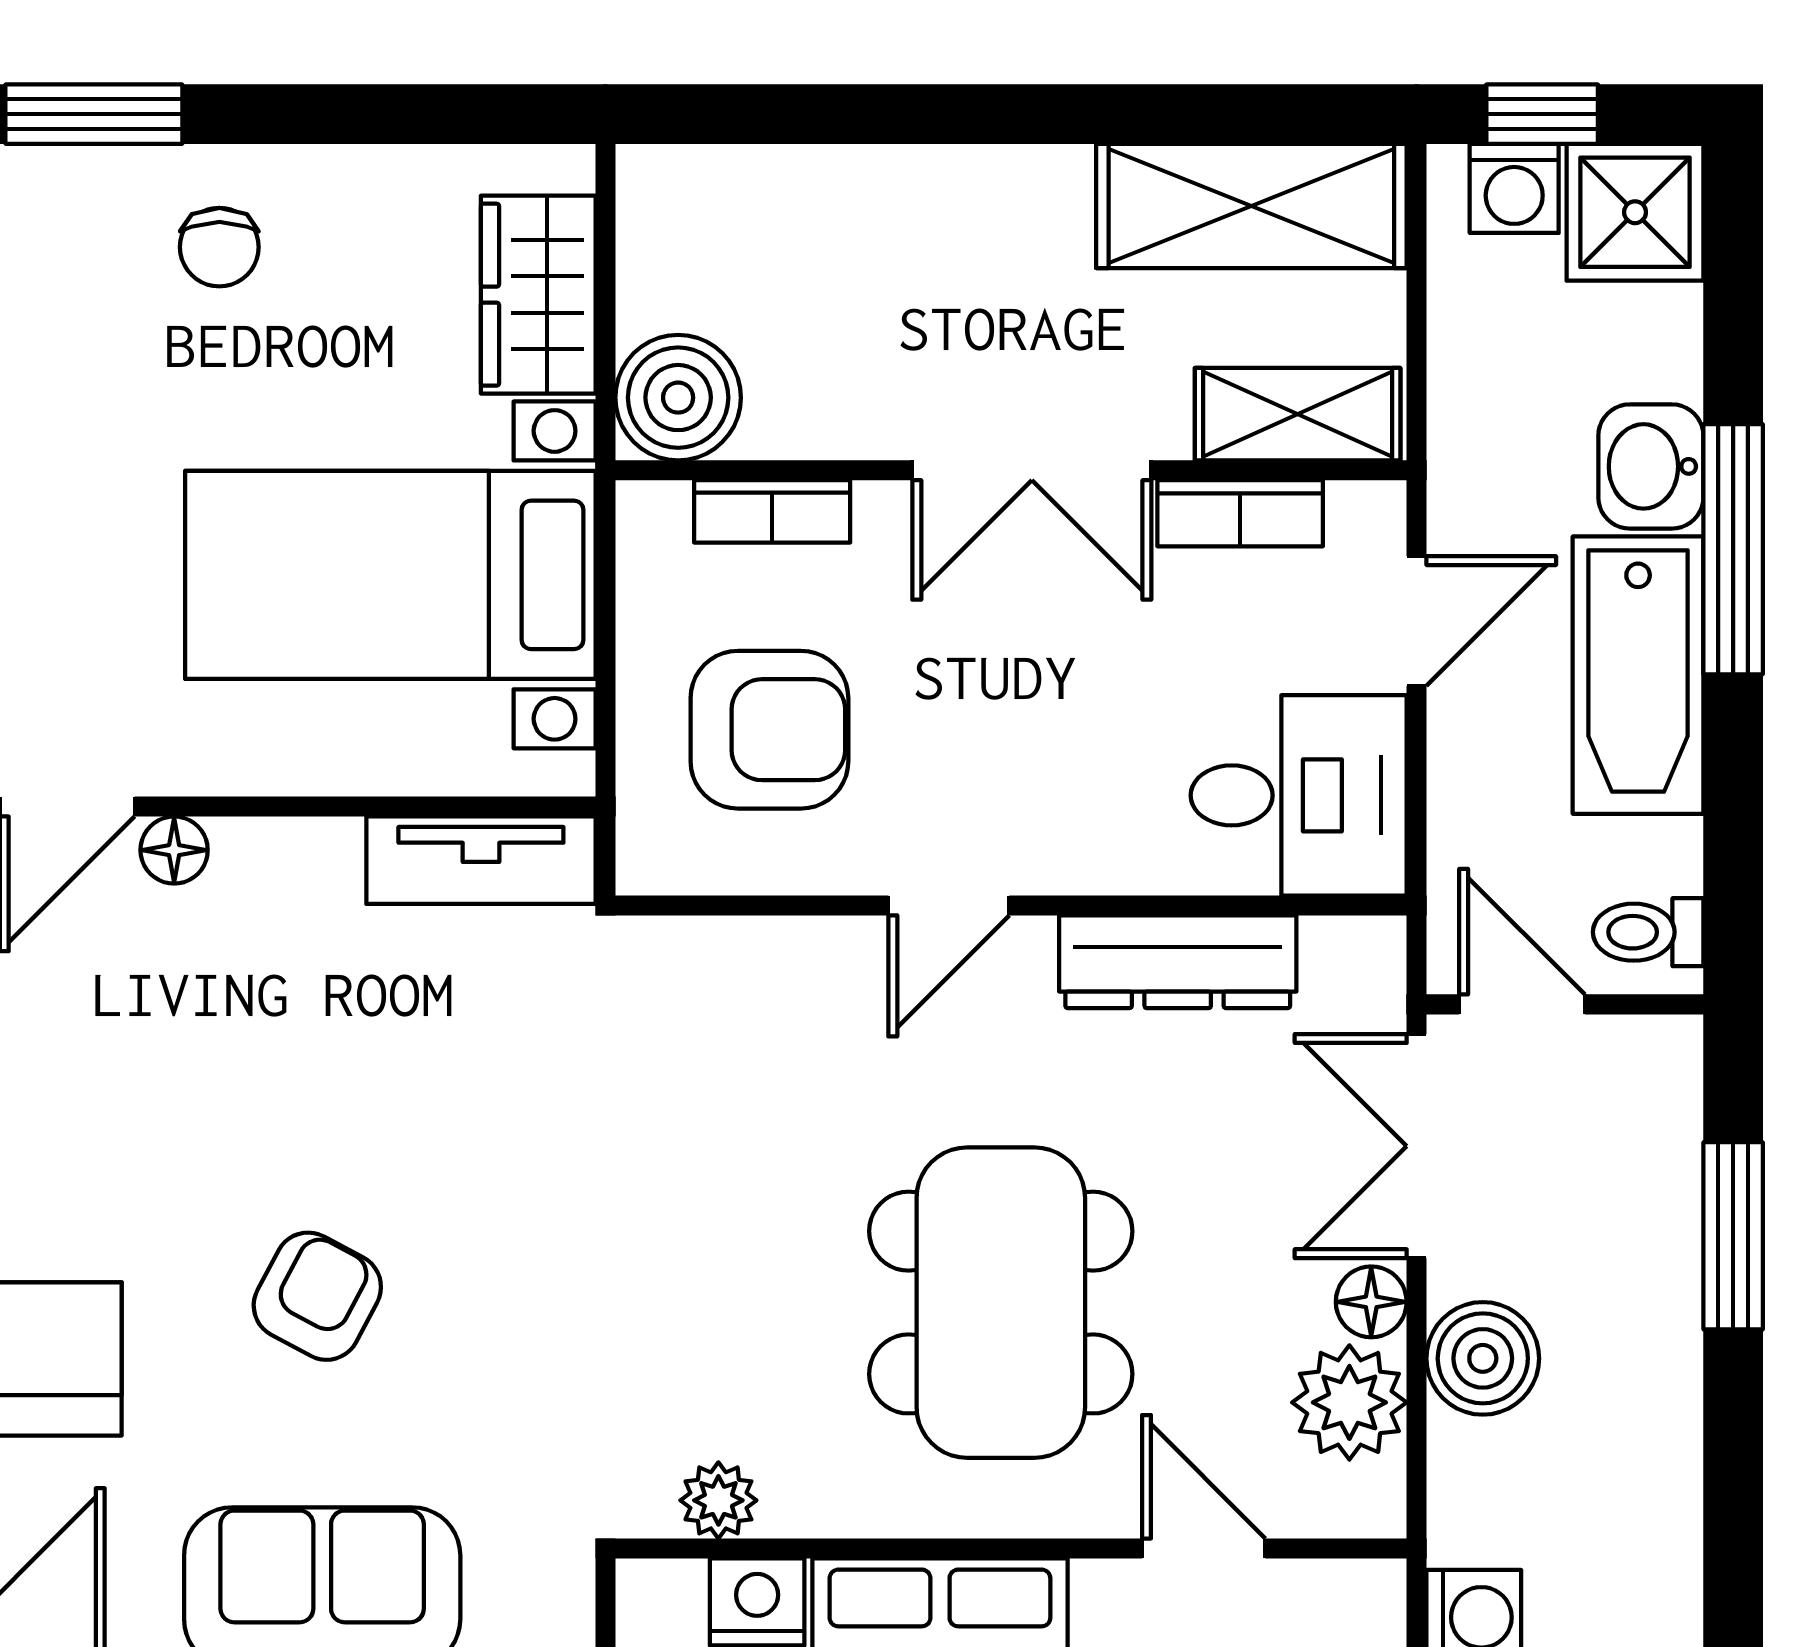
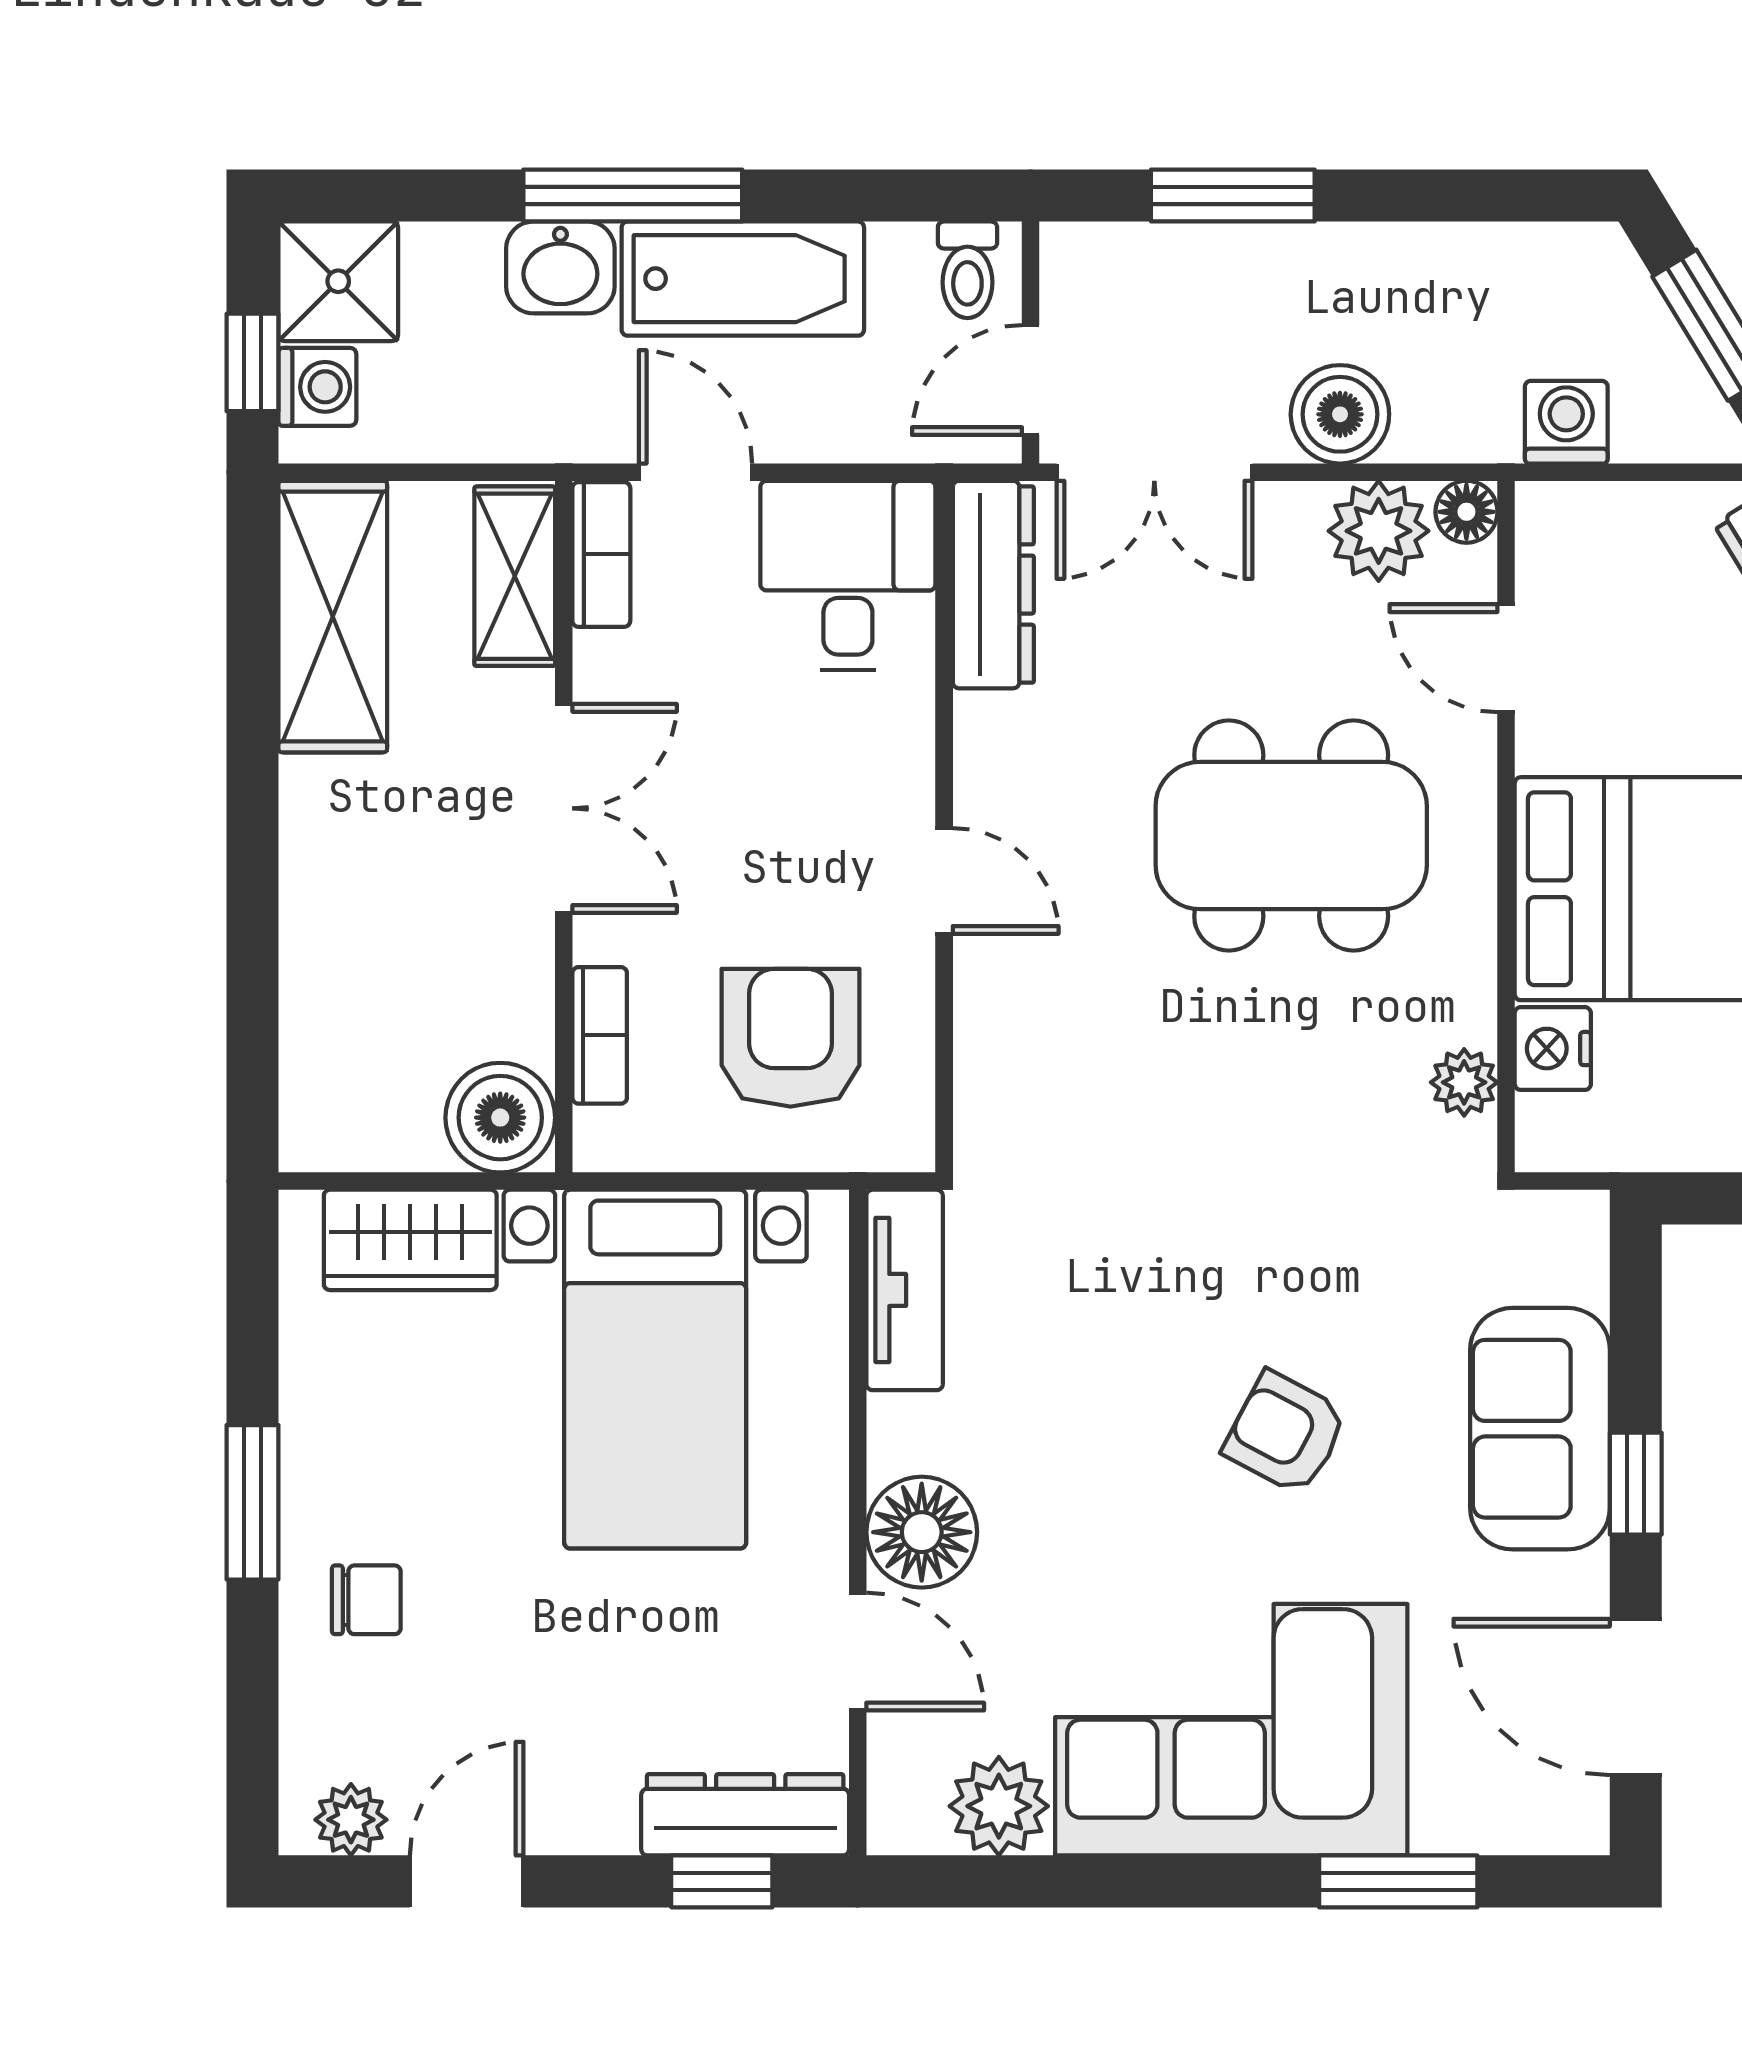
window: (94, 114) -> (252, 1502), moved
chair: (219, 247) -> (366, 1600), moved
bookcase: (1240, 513) -> (601, 554), moved
floor lamp: (174, 850) -> (922, 1532), width x1.89, depth x1.89
dresser: (1178, 962) -> (993, 585), moved
floor lamp: (1371, 1302) -> (1466, 512), moved
door: (1204, 1548) -> (1506, 658), hinge flipped

